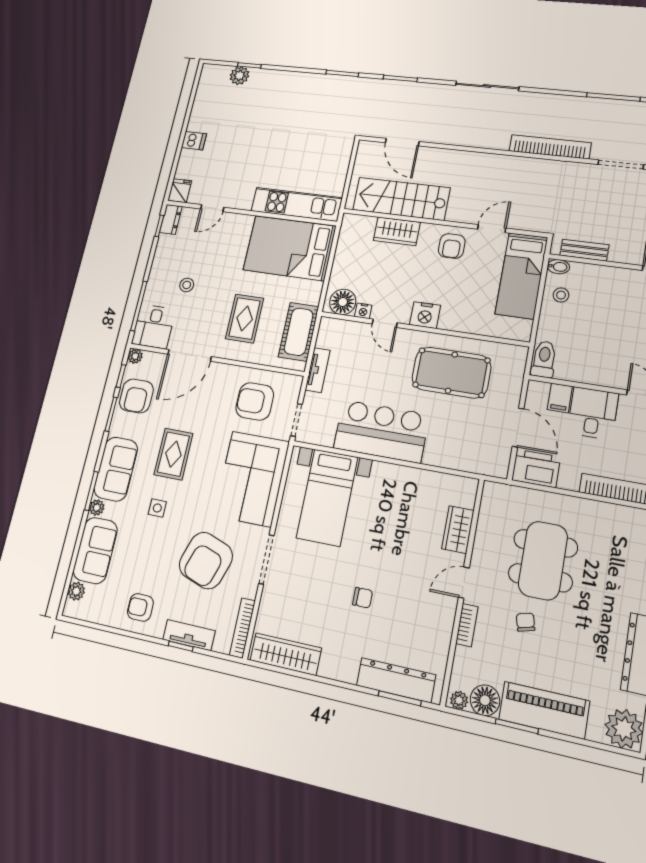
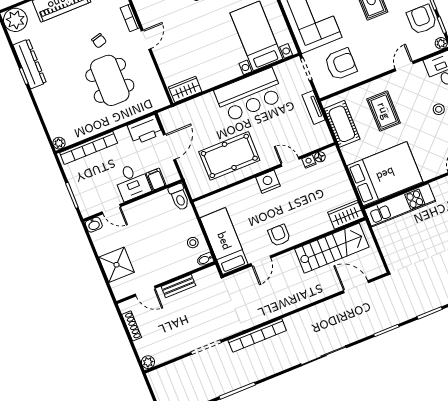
wardrobe: (397, 231) -> (346, 215), moved
bench: (584, 250) -> (178, 286), moved
floor lamp: (343, 302) -> (320, 157), width x0.53, depth x0.53
door: (190, 355) -> (404, 66), width x0.53
door: (518, 428) -> (170, 147), swing flipped
wardrobe: (458, 530) -> (185, 89), moved, turned -90

